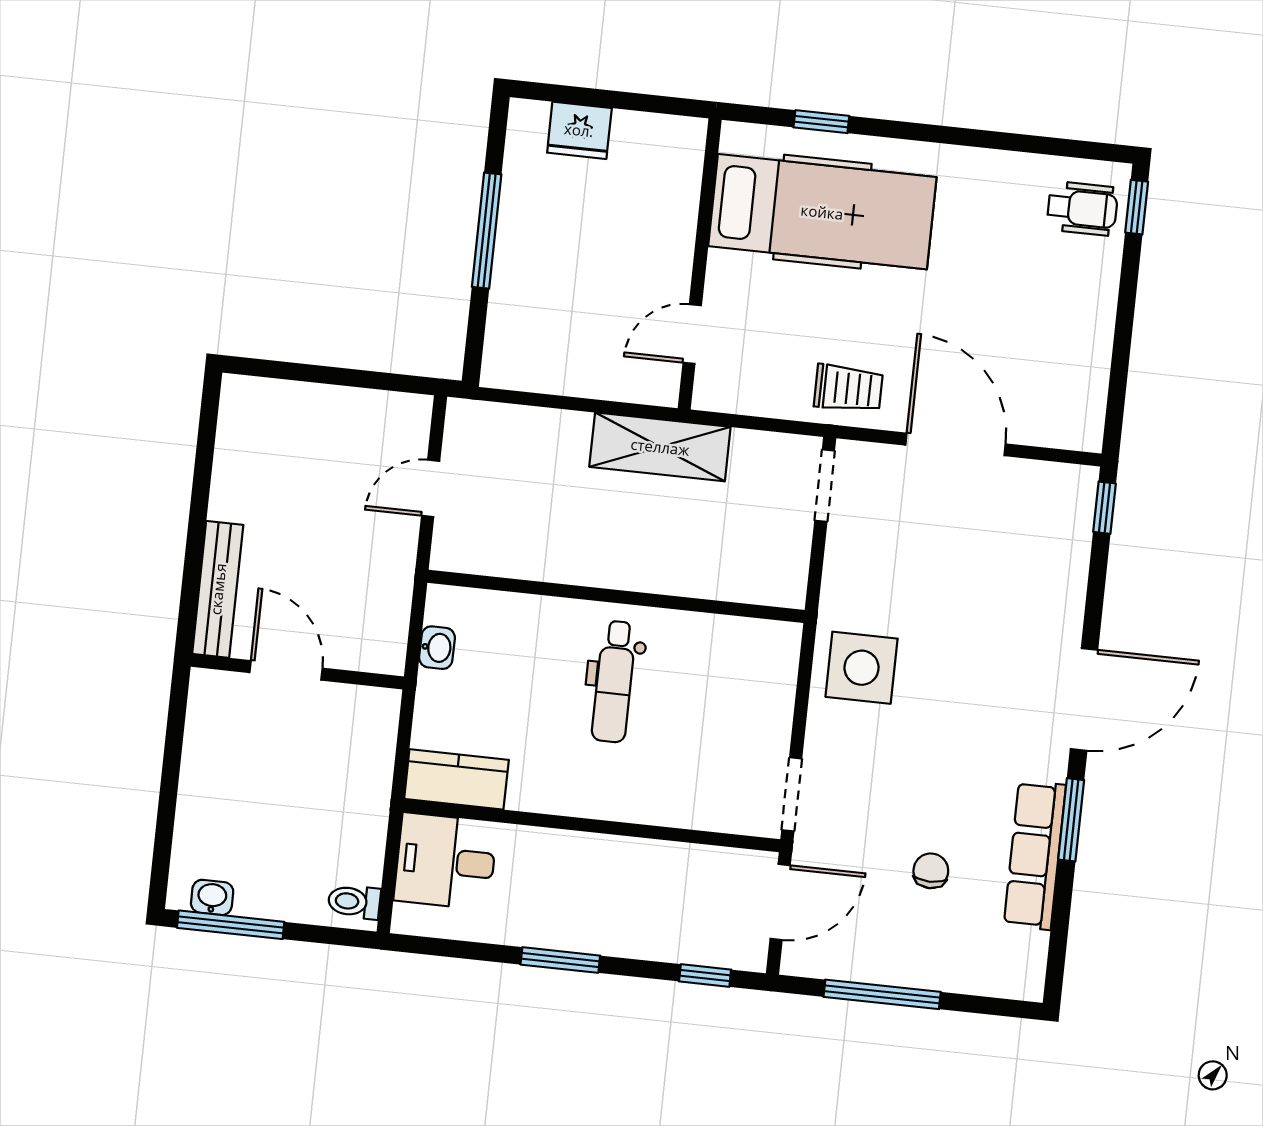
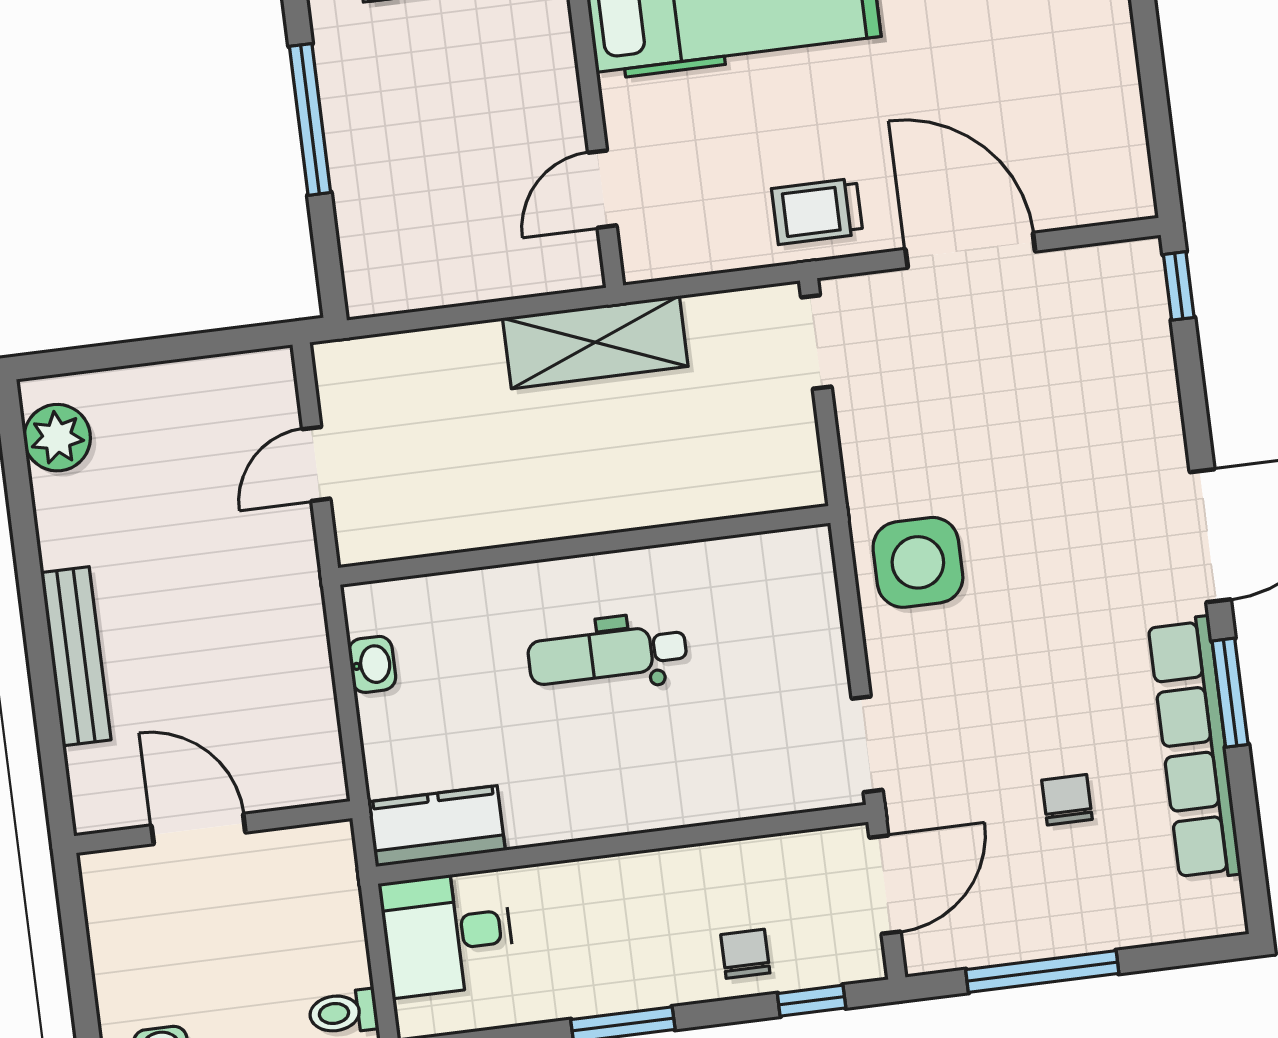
trolley: (848, 388) -> (817, 211), turned 180
plant: (242, 423) -> (57, 438), added
door: (286, 670) -> (198, 829), moved
wall: (297, 672) -> (213, 827), moved
dental chair: (614, 682) -> (607, 654), turned 90
row of seats: (1035, 855) -> (1195, 748), width x1.36
chair: (664, 929) -> (745, 954), added

